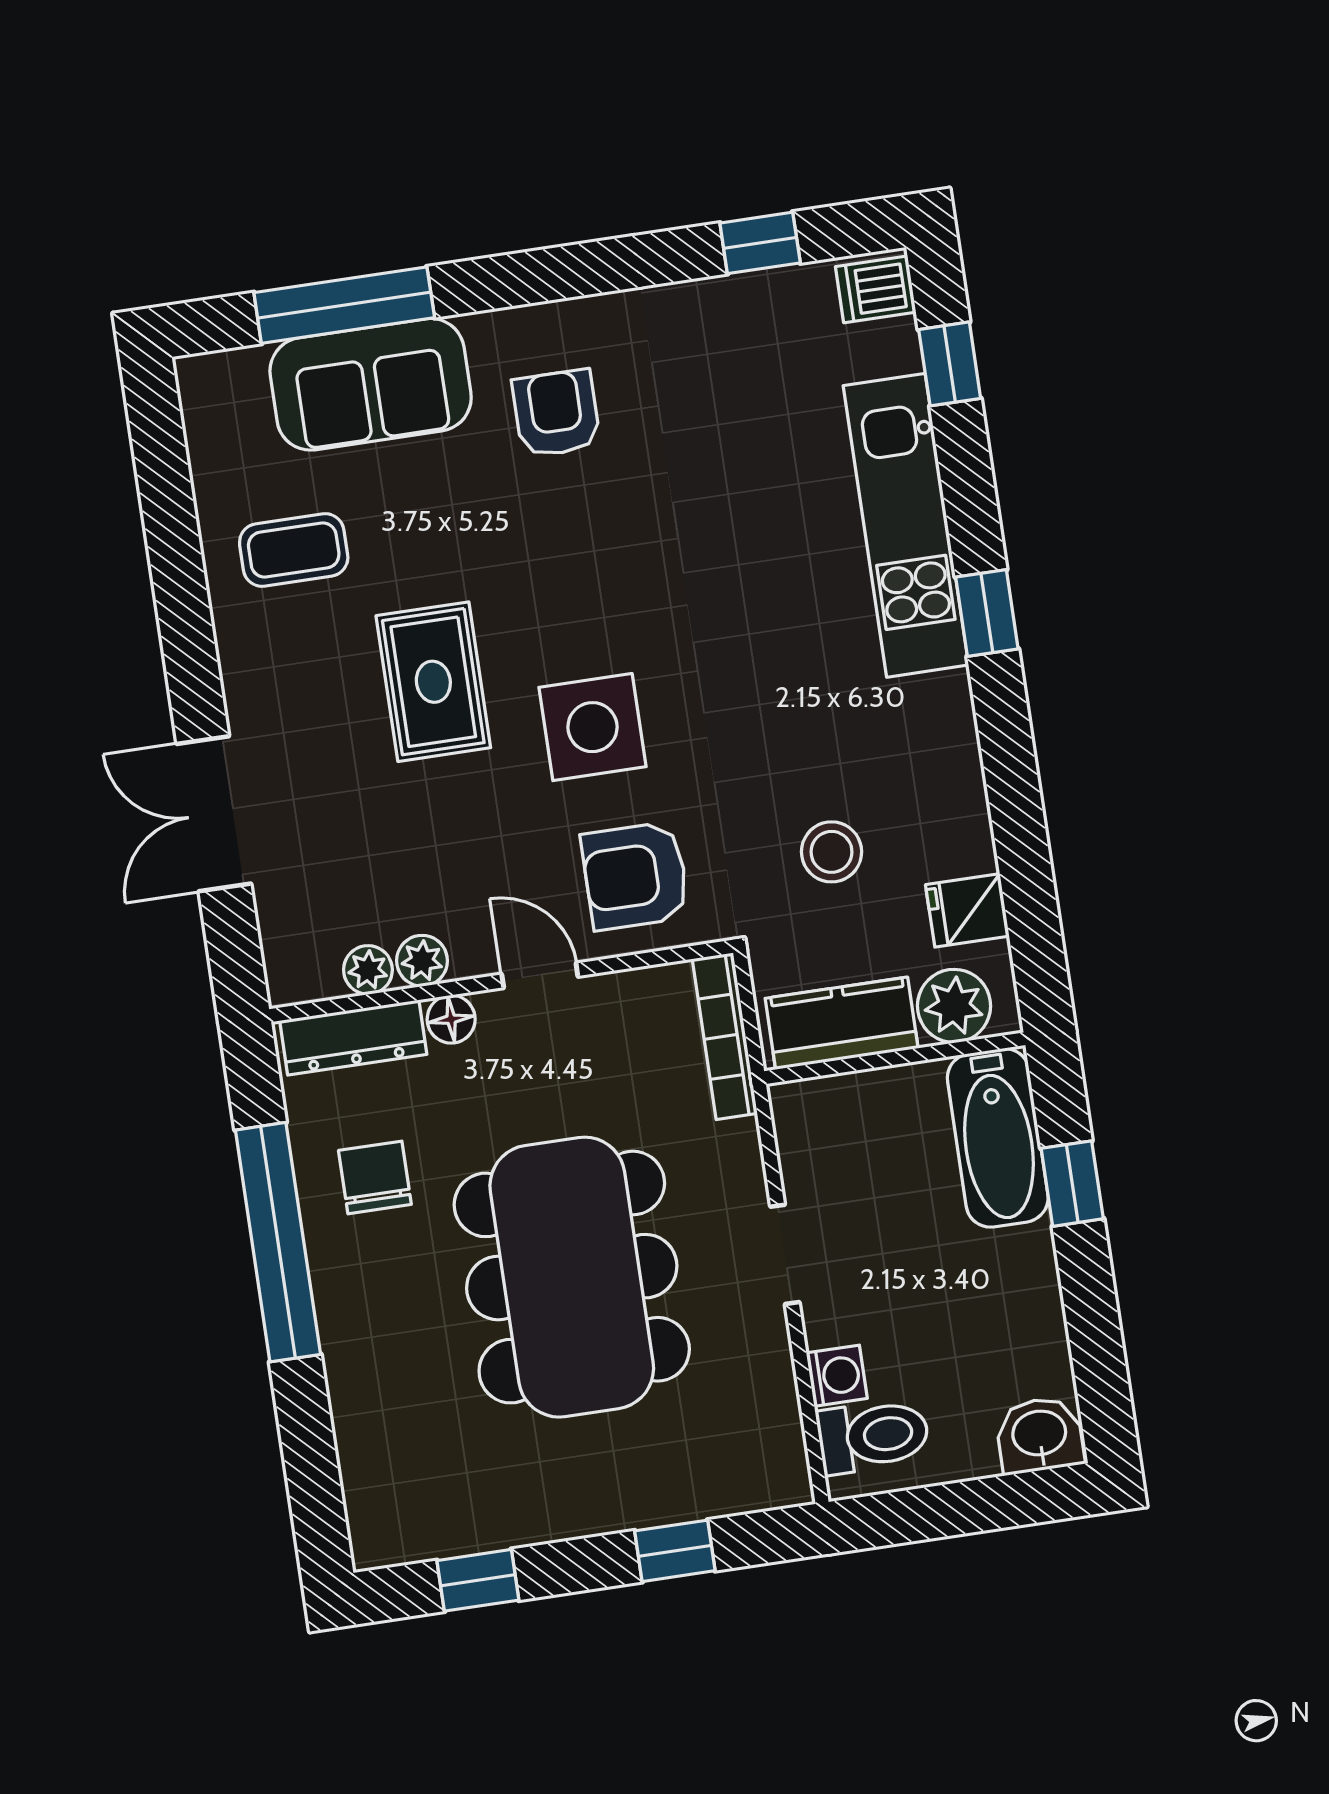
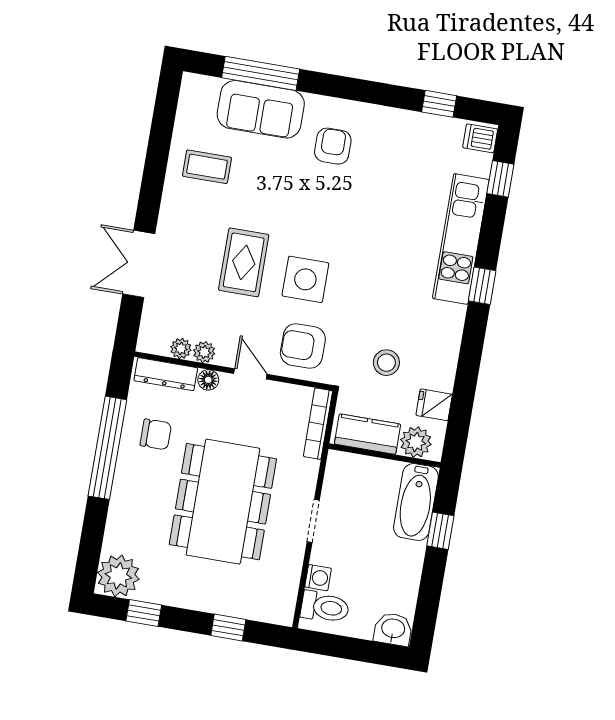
rug: (433, 682) -> (244, 262), moved
chair: (375, 1177) -> (156, 434), turned 90
plant: (395, 1517) -> (118, 576), added

